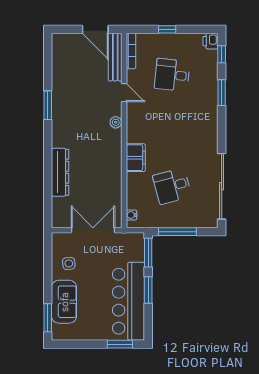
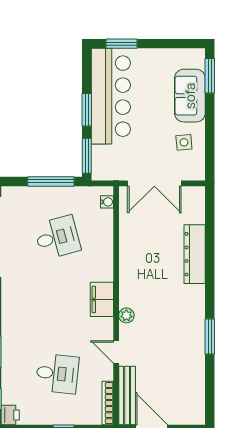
filing cabinet: (136, 158) -> (102, 299), moved

